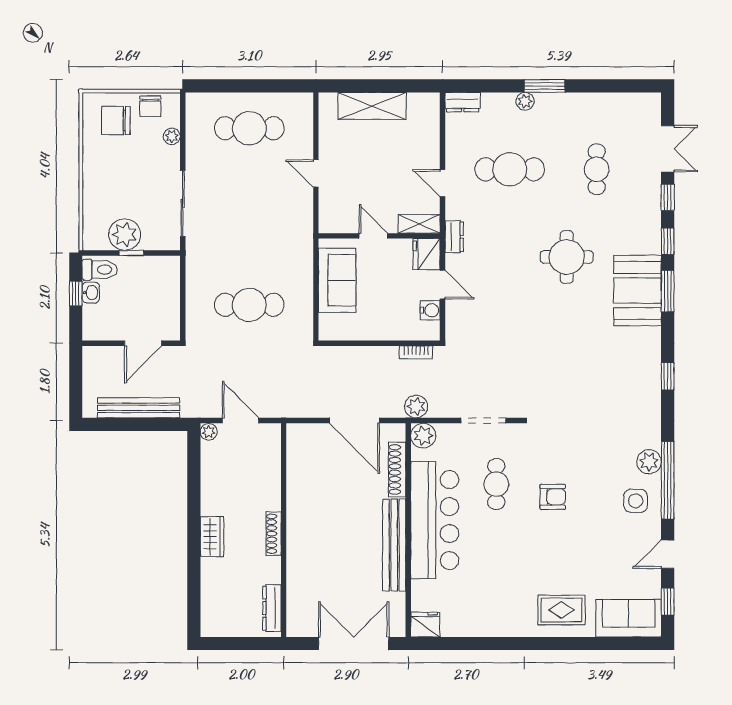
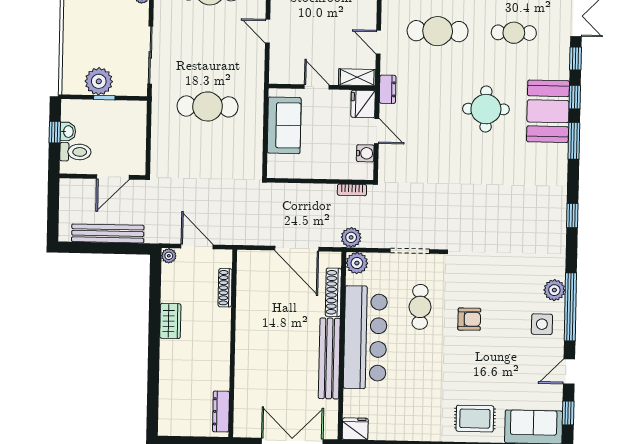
cafe table: (597, 169) -> (514, 33), turned 90
toilet: (100, 270) -> (75, 152), moved
booth: (637, 291) -> (548, 111), moved
cafe table: (249, 305) -> (208, 106), moved
shoe rack: (274, 534) -> (225, 288), moved
wardrobe: (212, 537) -> (170, 321), moved

